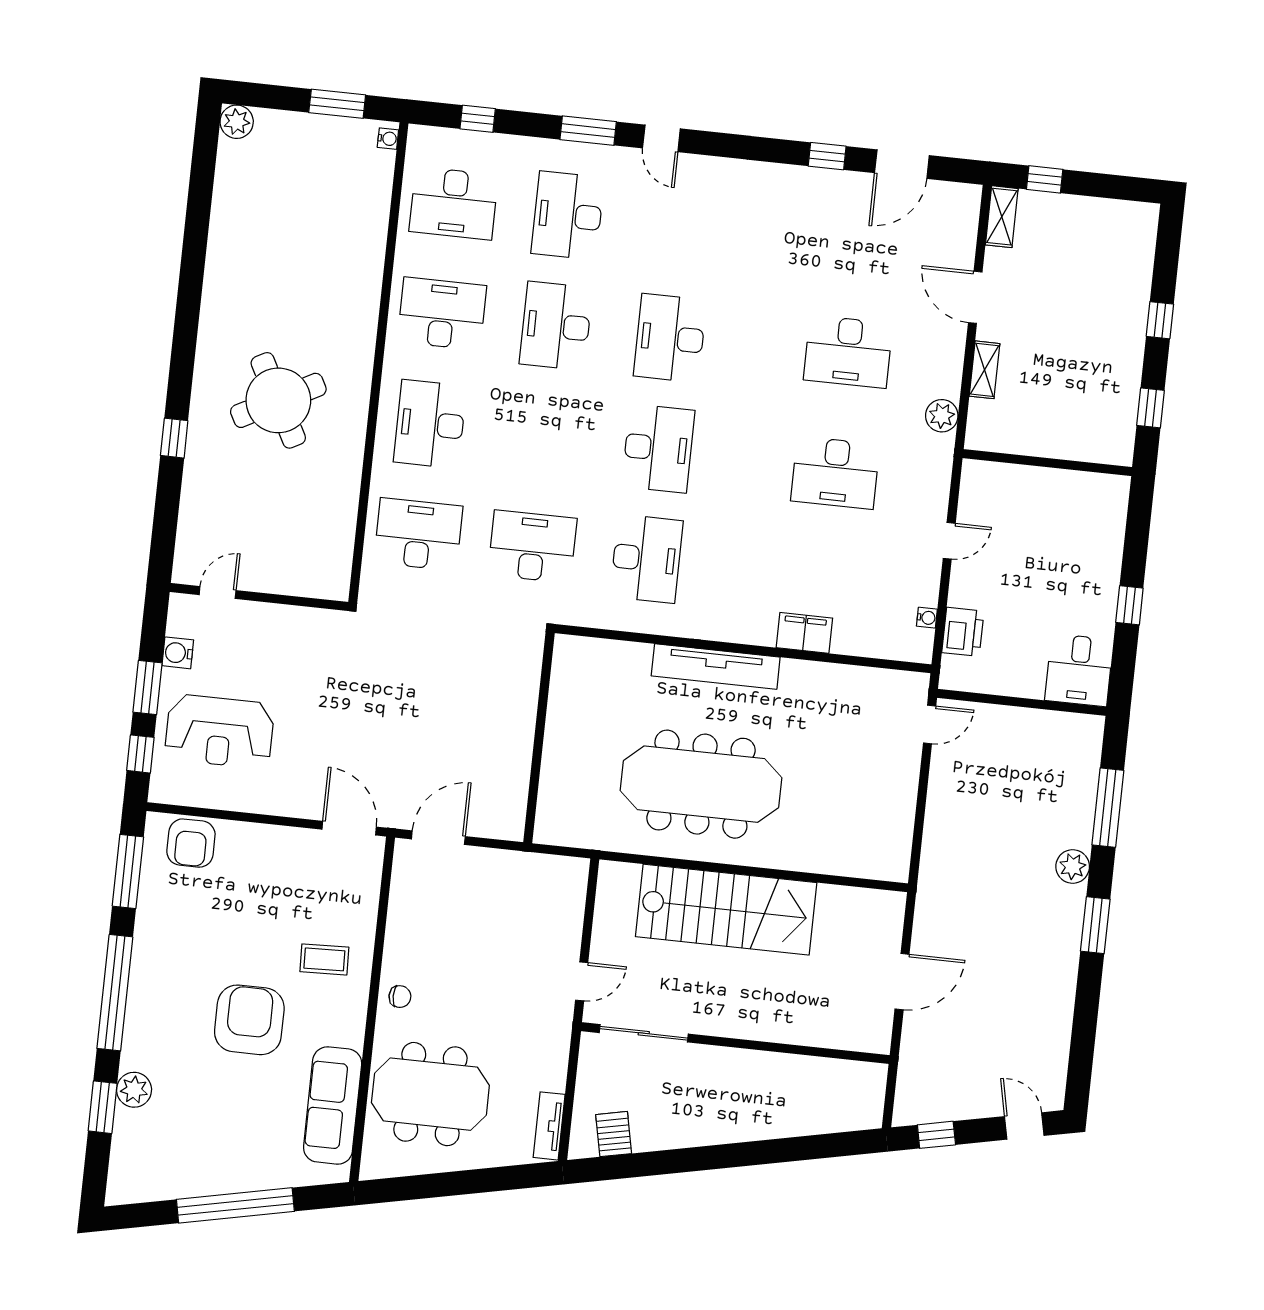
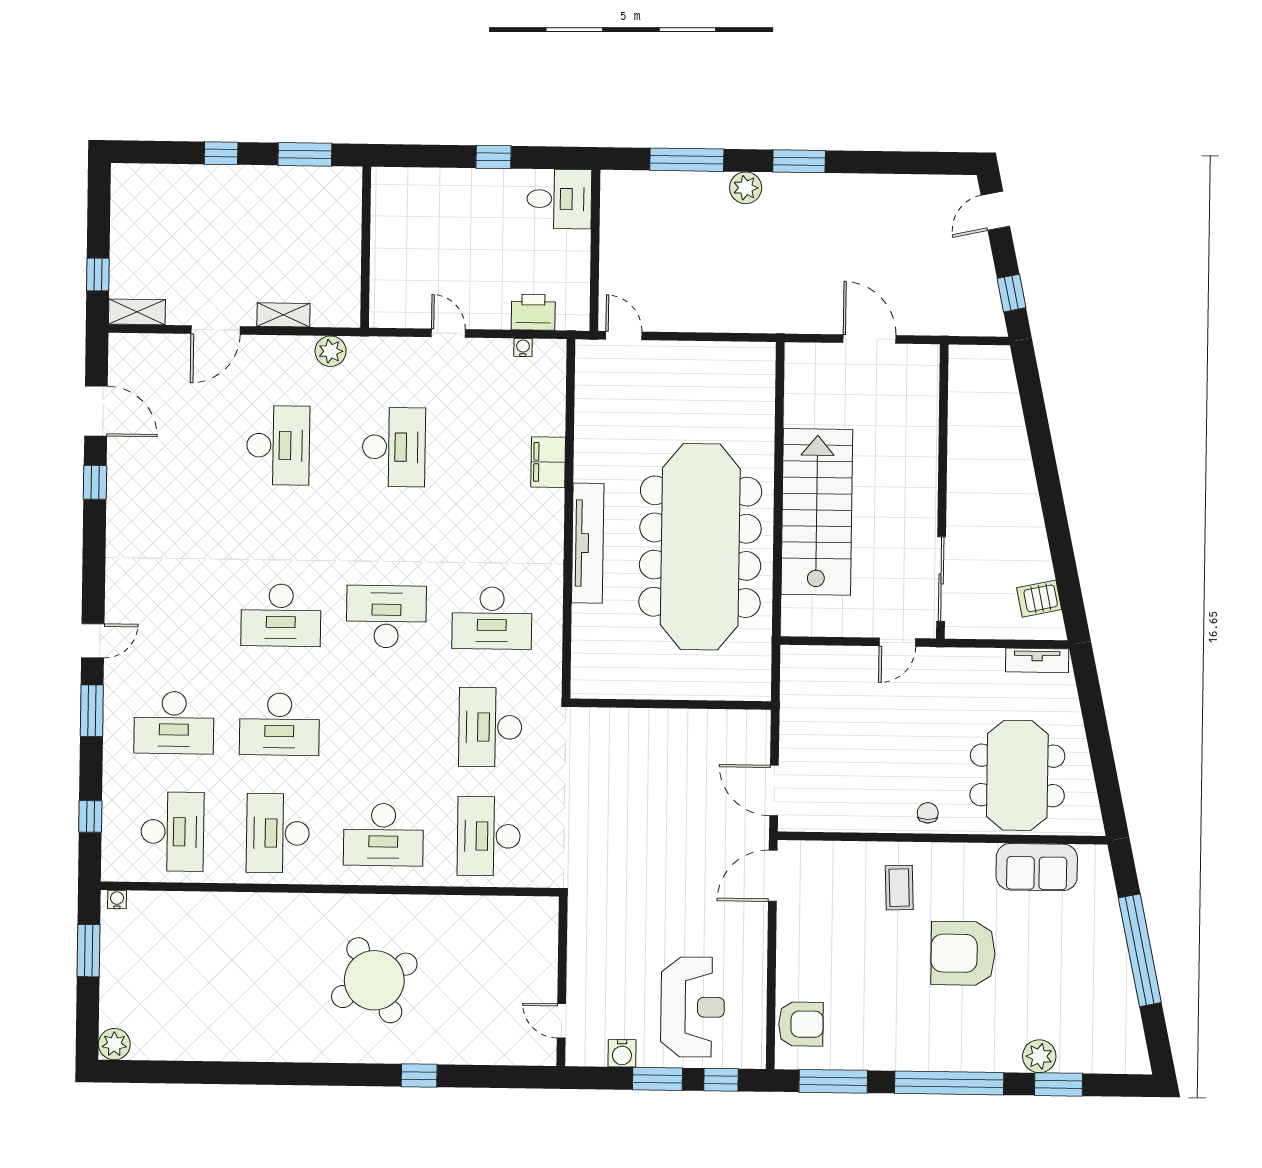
window: (1151, 408) -> (305, 154), width x1.50
desk: (646, 559) -> (492, 618), turned 180
meeting table: (701, 784) -> (700, 547), width x1.36, depth x1.27
door: (582, 981) -> (897, 642), swing flipped
sofa: (333, 1105) -> (1037, 867), width x0.73

